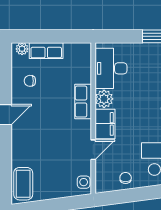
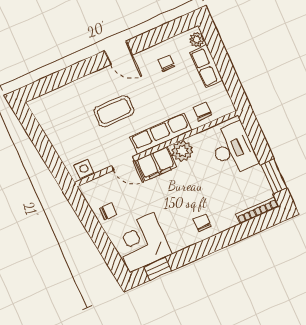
desk: (111, 68) -> (233, 149), moved, turned 90
chair: (80, 69) -> (202, 111), added
row of seats: (83, 102) -> (161, 134), width x1.48
coffee table: (23, 184) -> (114, 111), moved

